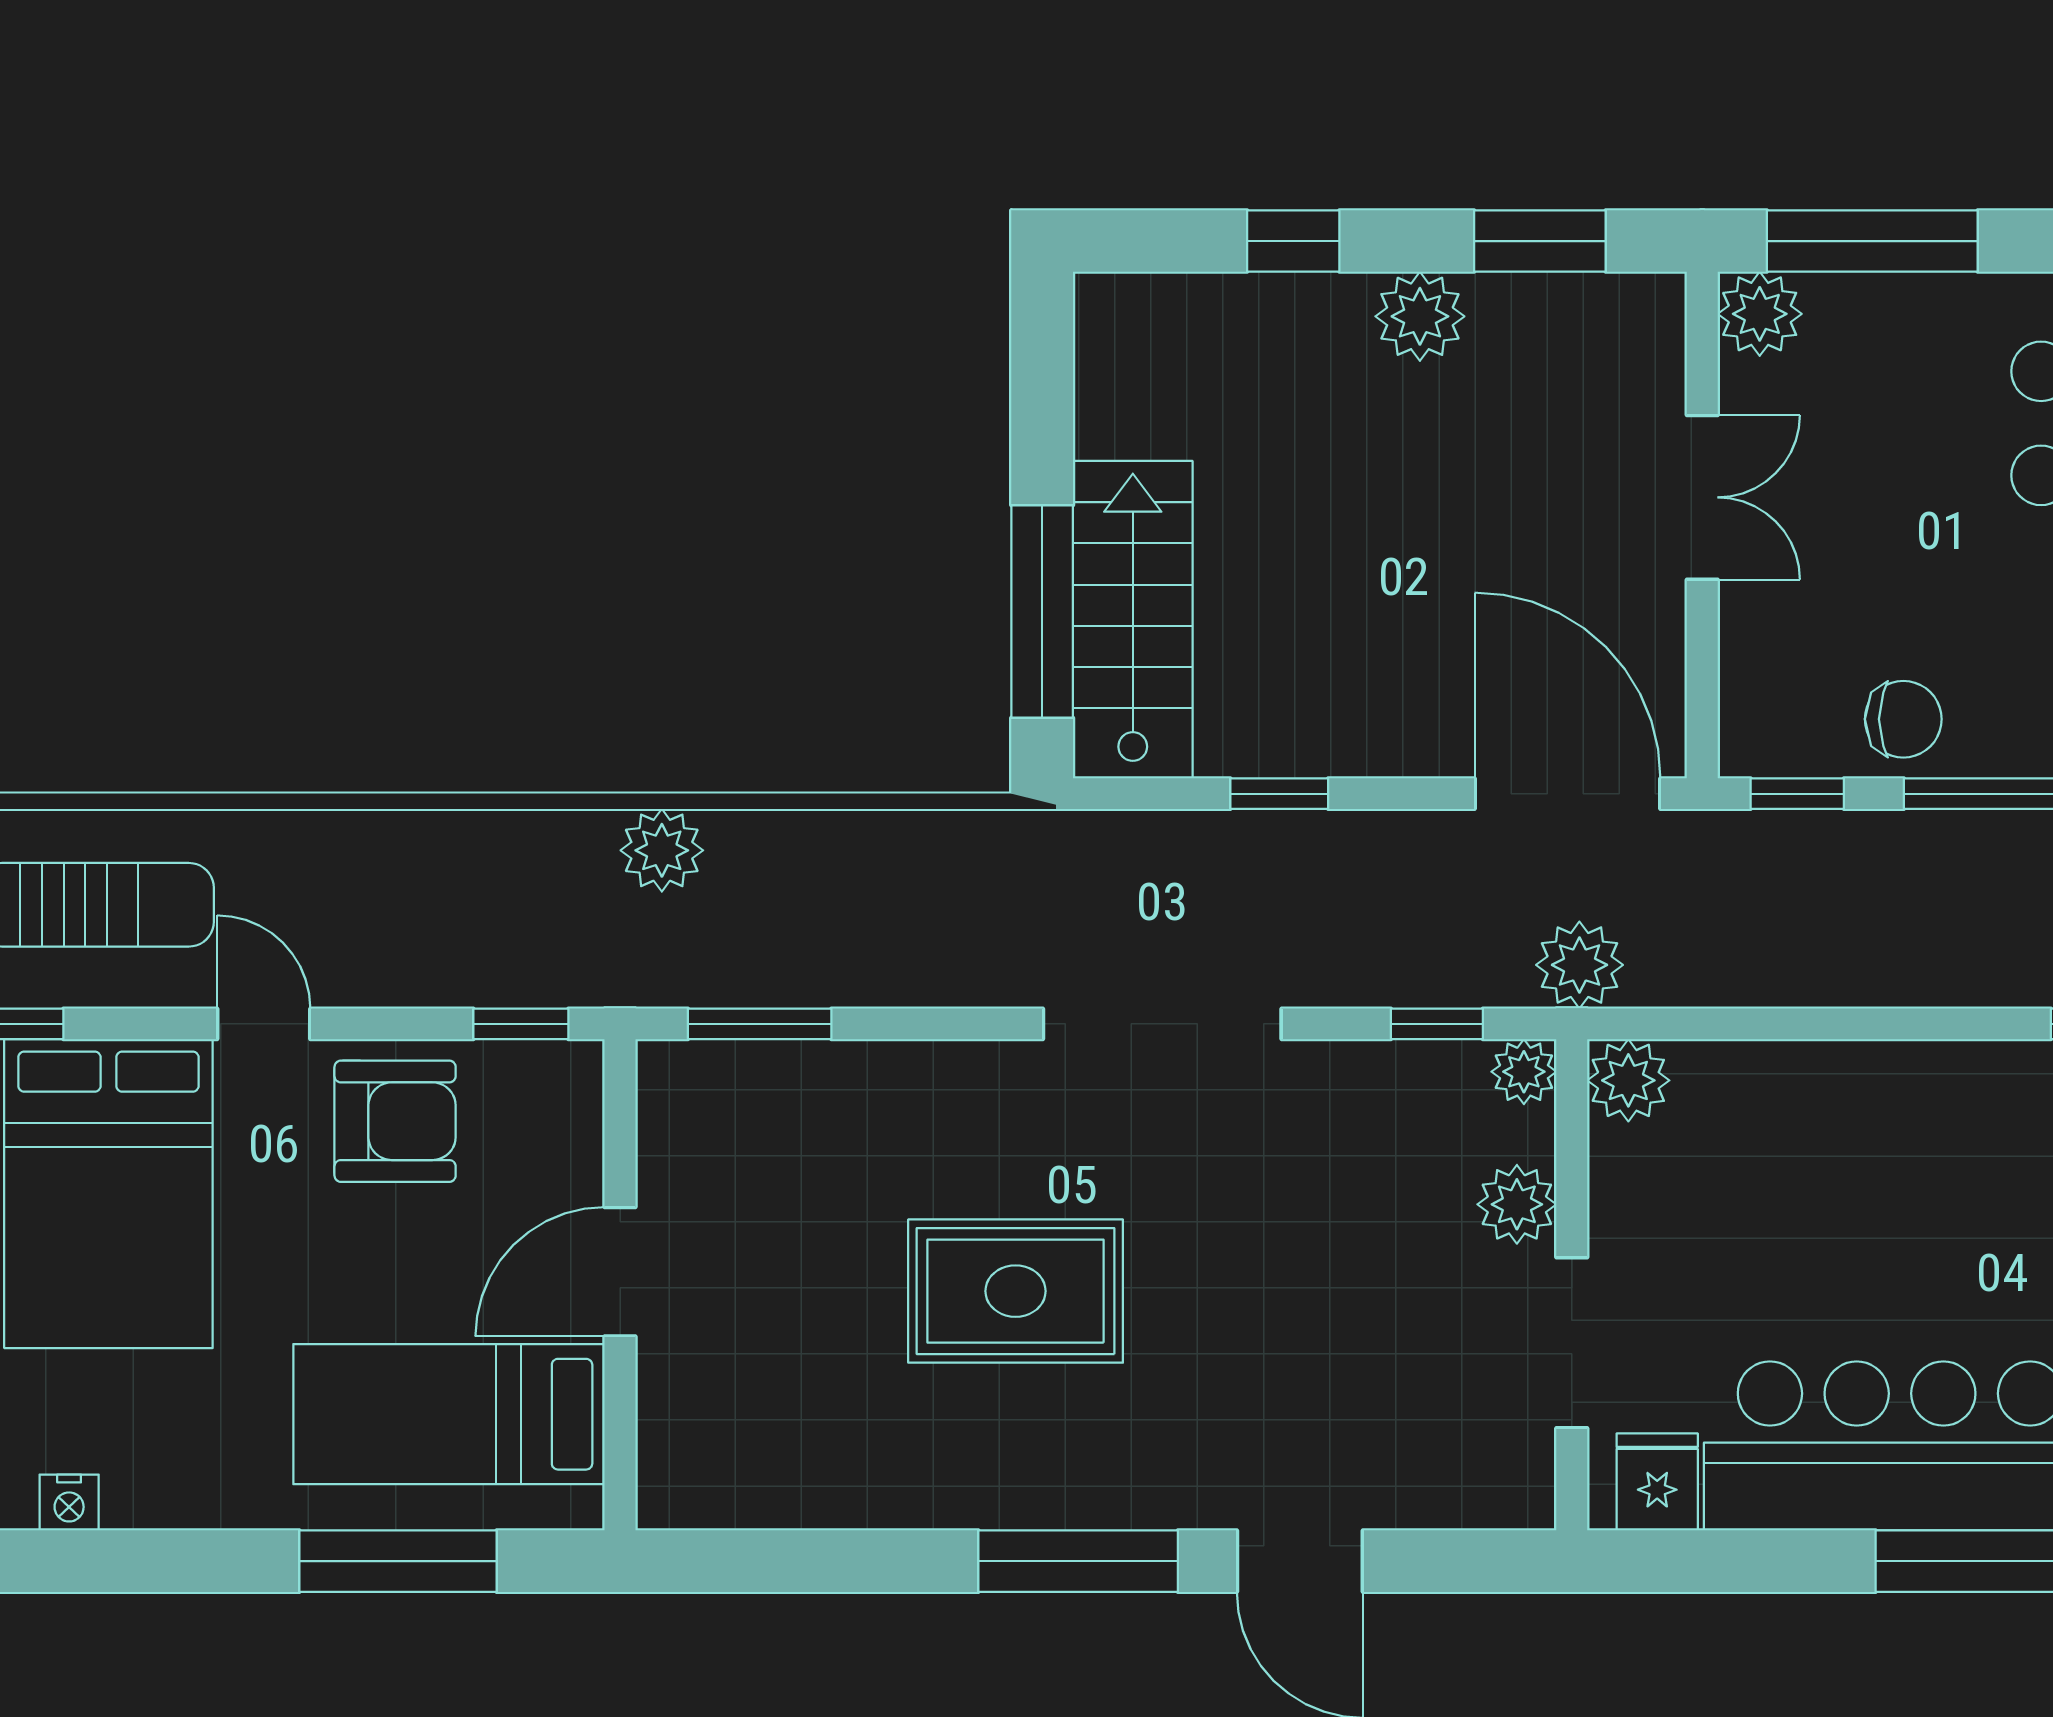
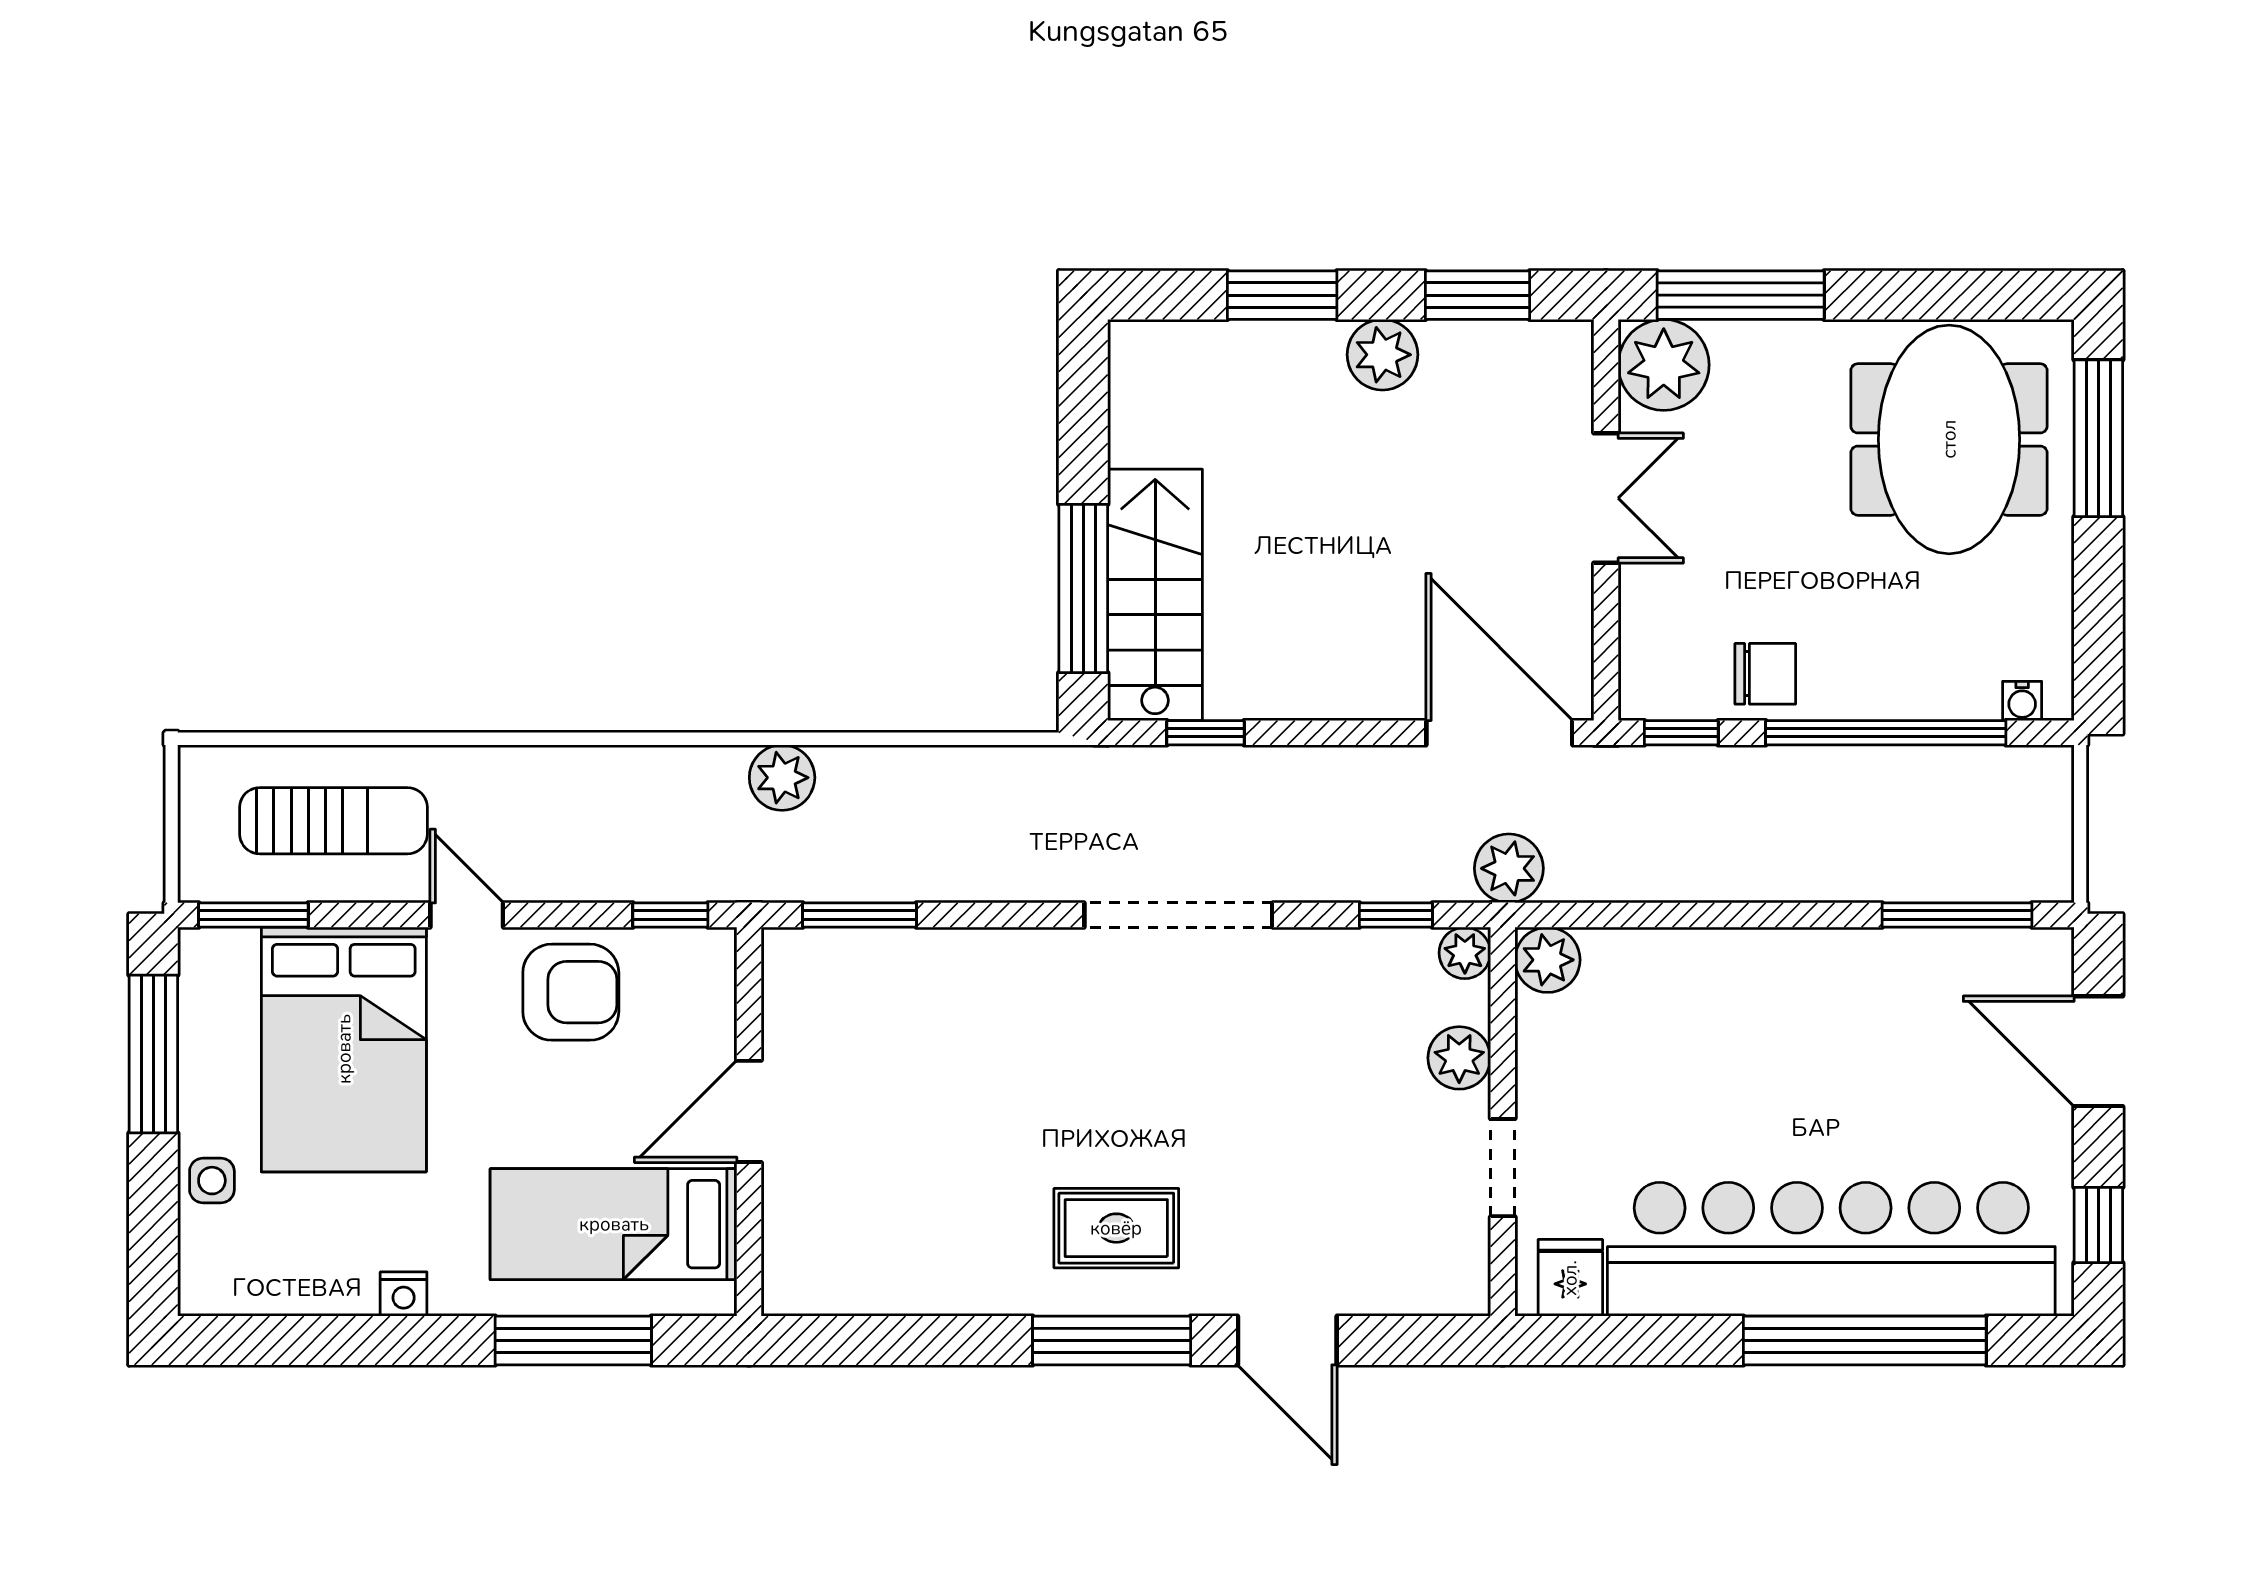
window: (1293, 241) -> (1282, 295), width x1.50
plant: (1760, 314) -> (1664, 365), width x1.36, depth x1.36
window: (1279, 794) -> (1206, 733), moved
rug: (1016, 1291) -> (1116, 1228), moved, width x0.73, depth x0.70
doorway: (1572, 1343) -> (1503, 1168), width x0.73
nightstand: (69, 1502) -> (404, 1294), moved

